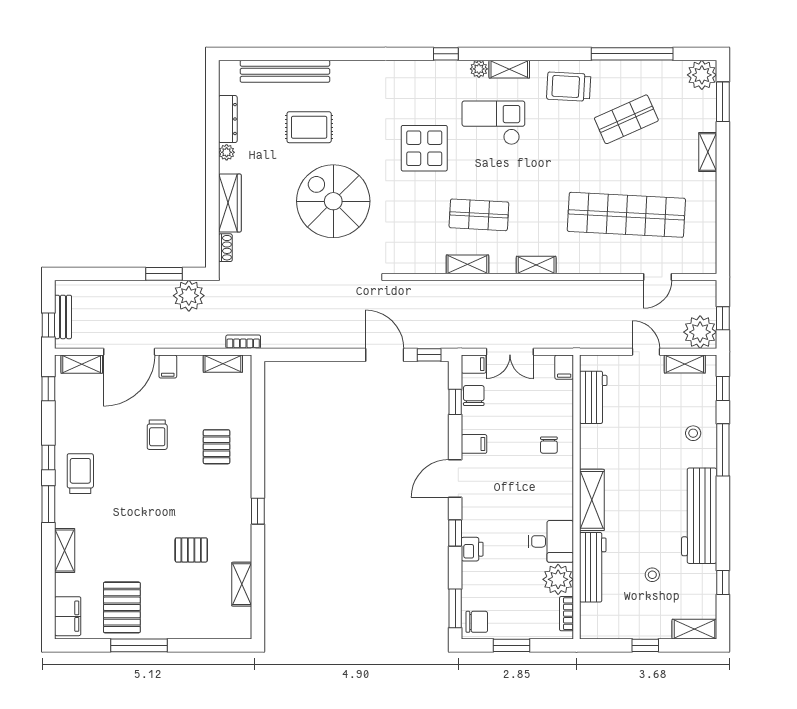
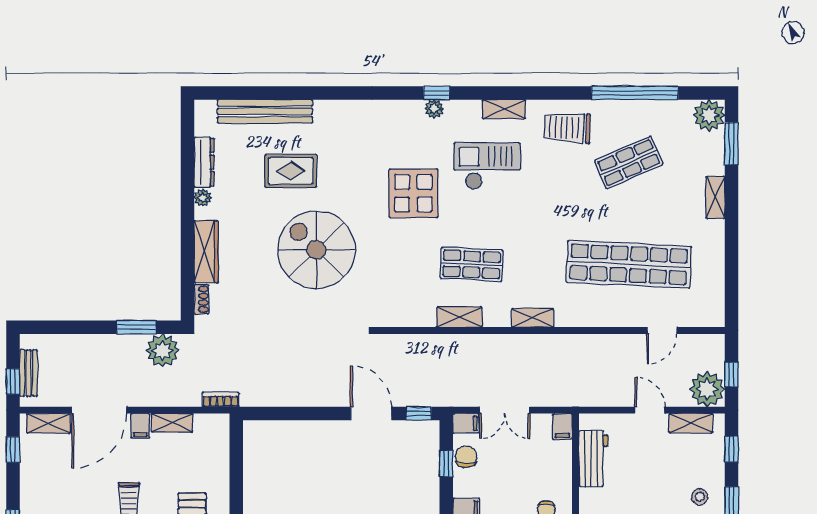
plant: (479, 69) -> (434, 109), moved
shelving: (223, 364) -> (172, 423), moved

